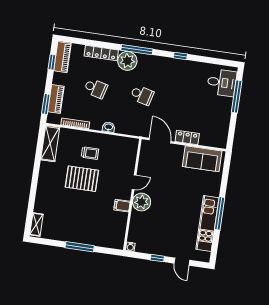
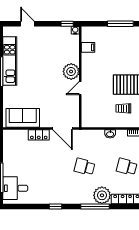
filing cabinet: (122, 206) -> (88, 47), moved
window: (157, 258) -> (67, 24), moved

